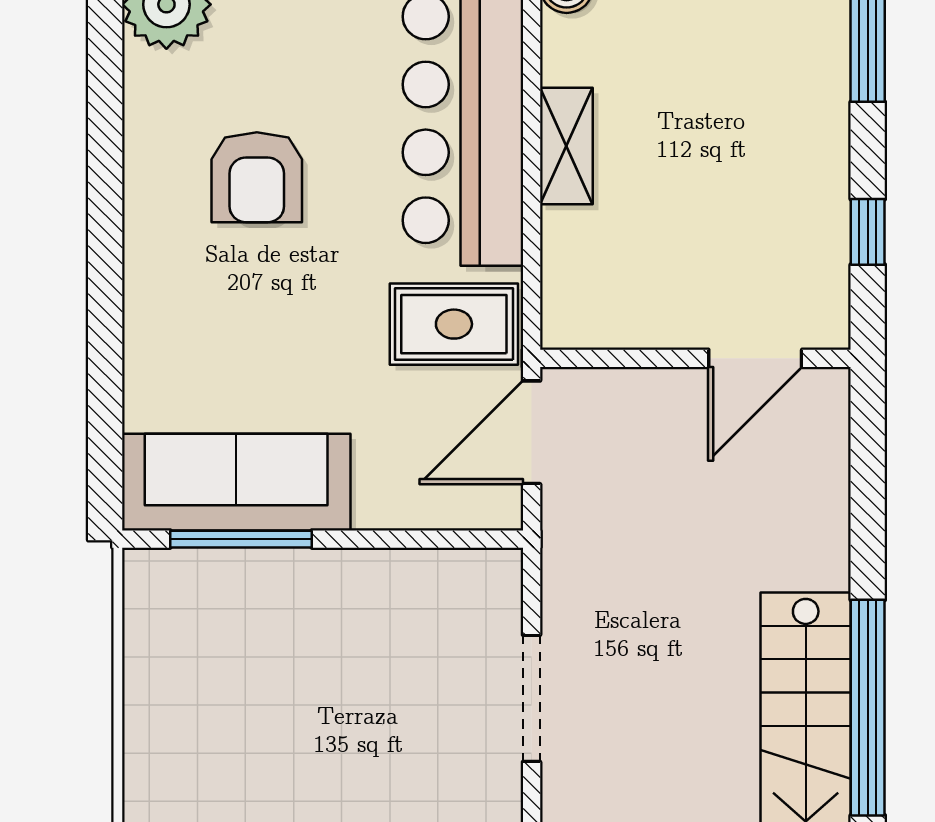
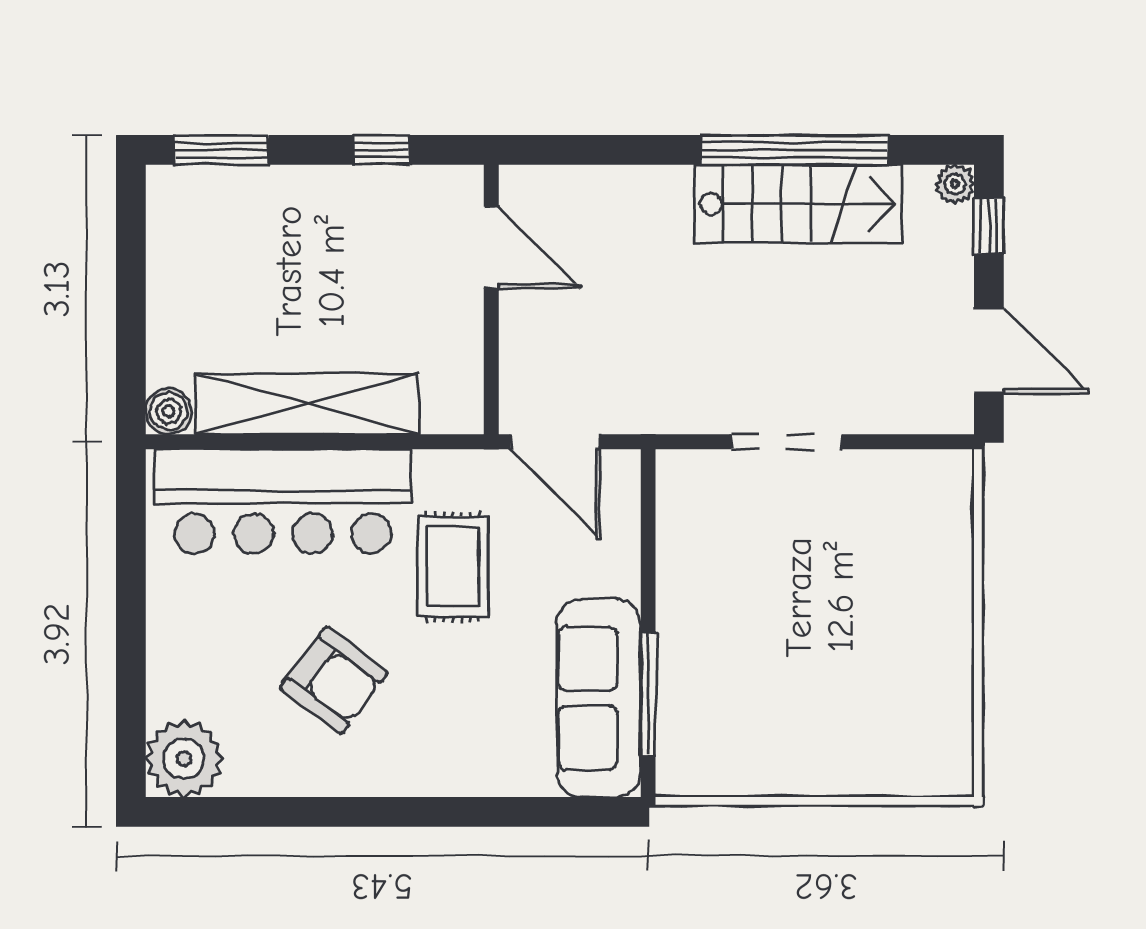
shelving: (566, 146) -> (307, 404), width x2.20, depth x1.33
armchair: (257, 177) -> (334, 680), turned 37
rug: (454, 324) -> (453, 567), moved

